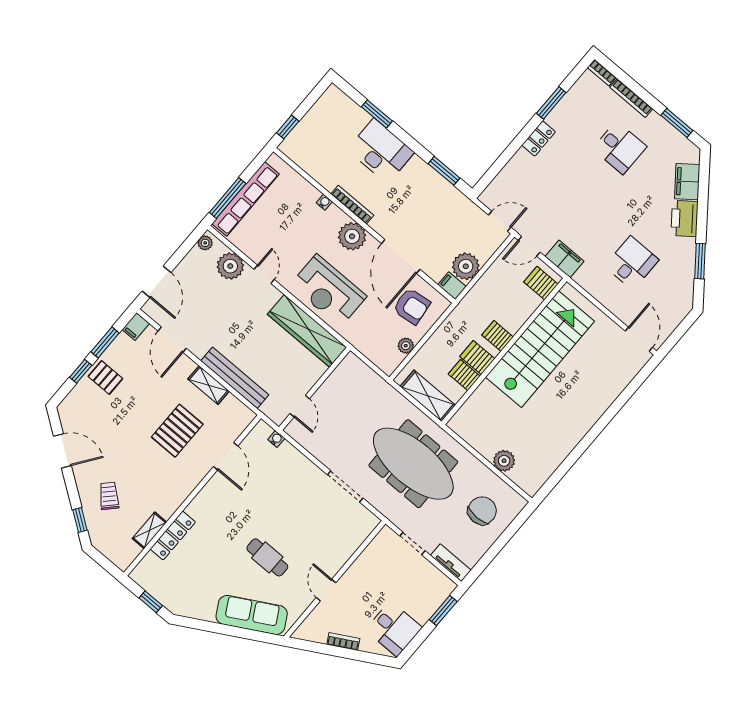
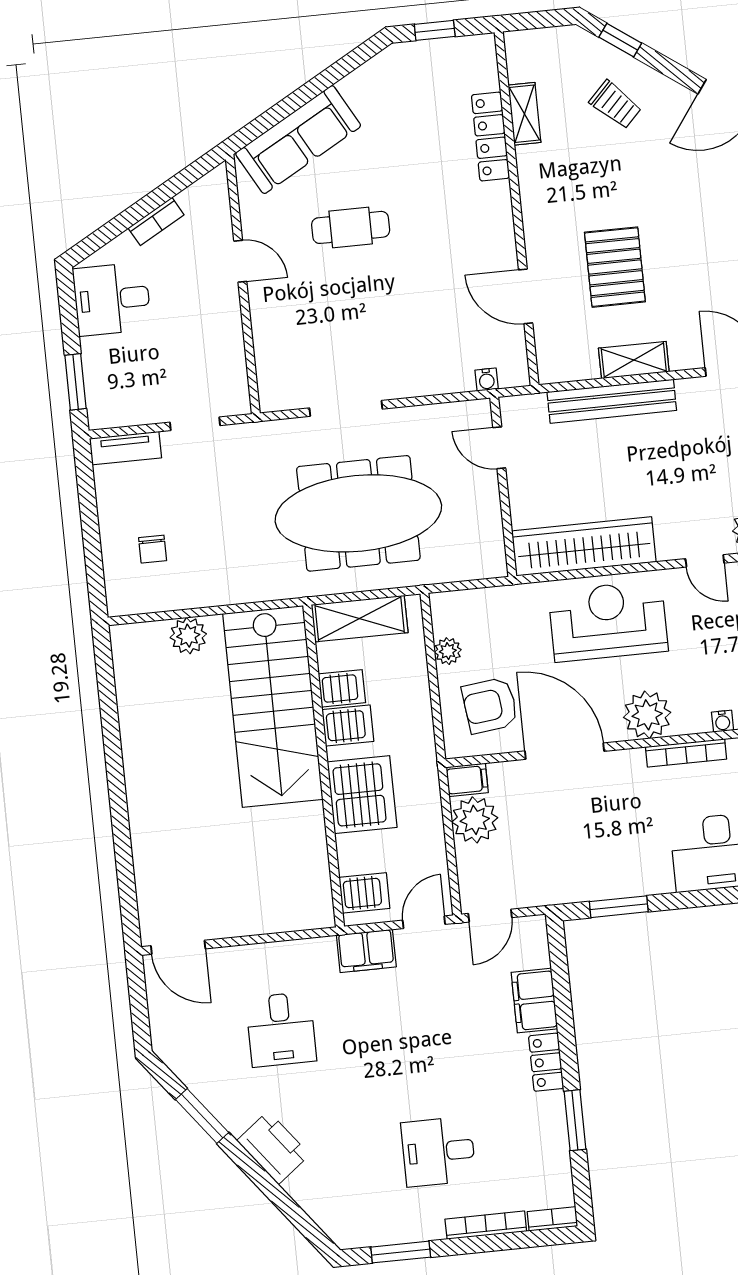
filing cabinet: (687, 182) -> (534, 1001), moved, turned -142
server rack: (498, 336) -> (362, 795), width x2.18, depth x1.44
stairs: (540, 349) -> (273, 706), moved
meeting table: (413, 464) -> (358, 513), moved
chair: (482, 511) -> (153, 549), width x0.54, depth x0.54

